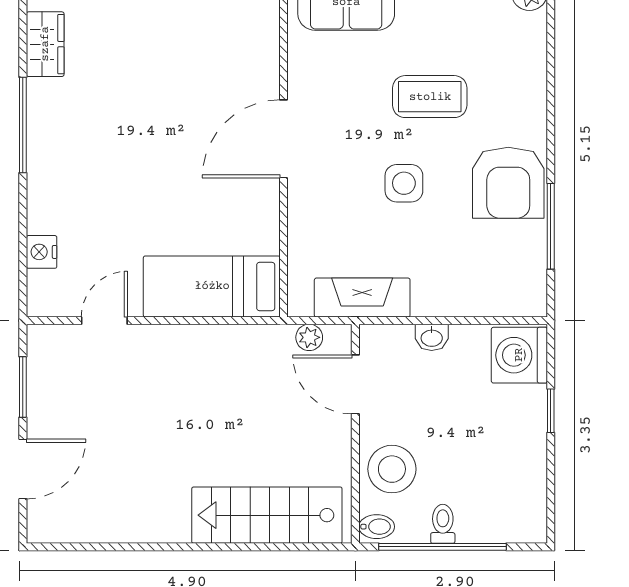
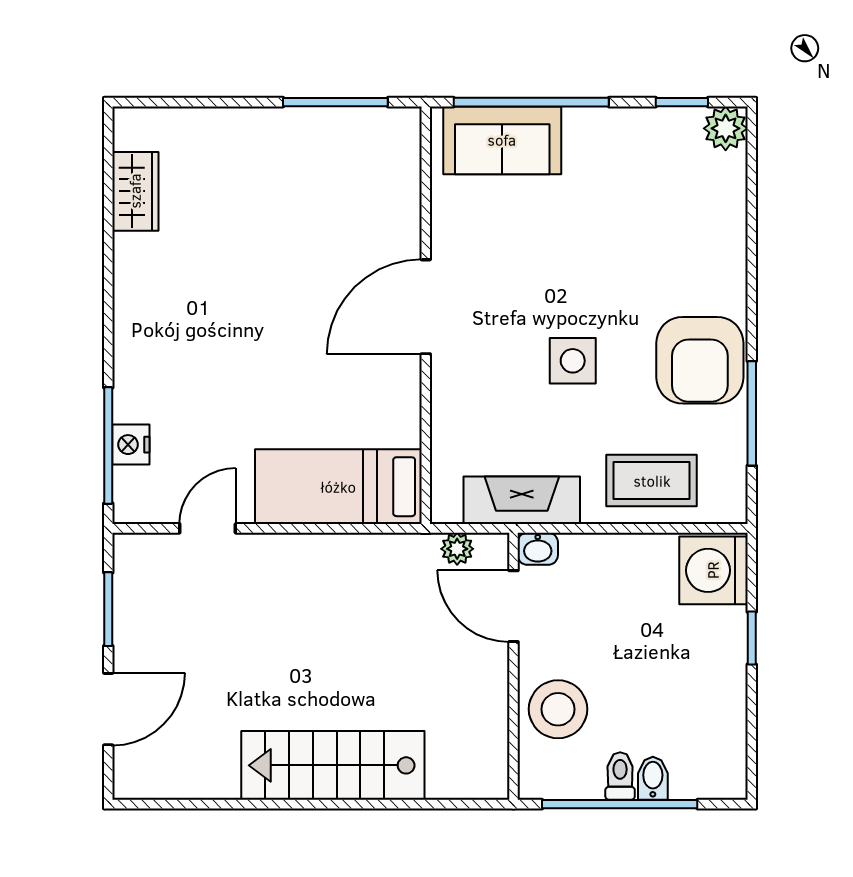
coffee table: (430, 97) -> (652, 481), moved
window: (23, 125) -> (108, 446), moved
washbasin: (432, 337) -> (538, 549), moved
stairs: (267, 515) -> (333, 765), moved
bidet: (377, 527) -> (653, 778), moved, turned -90

